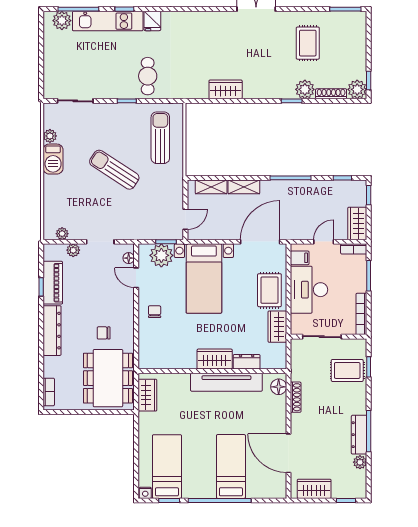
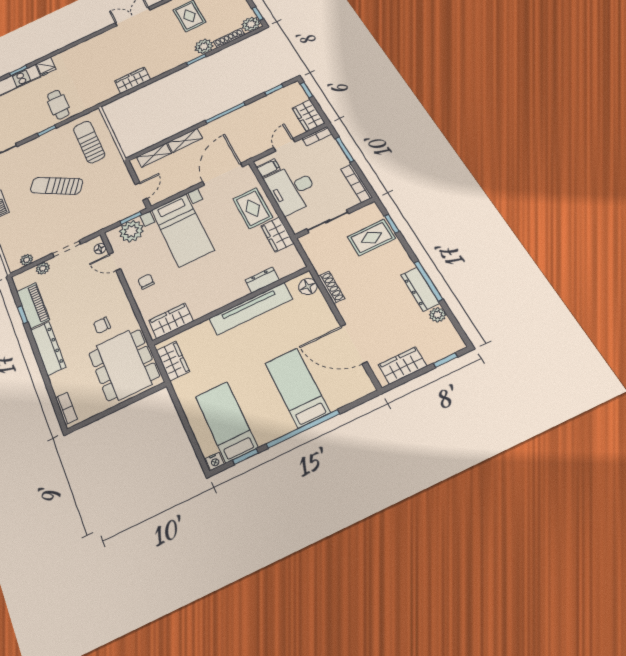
wardrobe: (215, 359) -> (171, 321), moved

